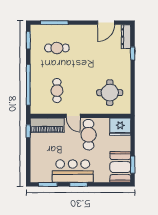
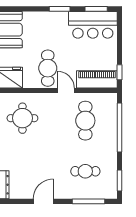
door: (106, 23) -> (43, 201), moved
cafe table: (57, 91) -> (85, 121), width x1.37, depth x1.35
bar counter: (73, 171) -> (93, 25), moved

